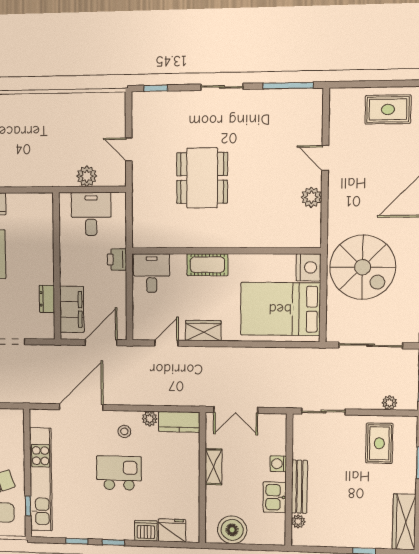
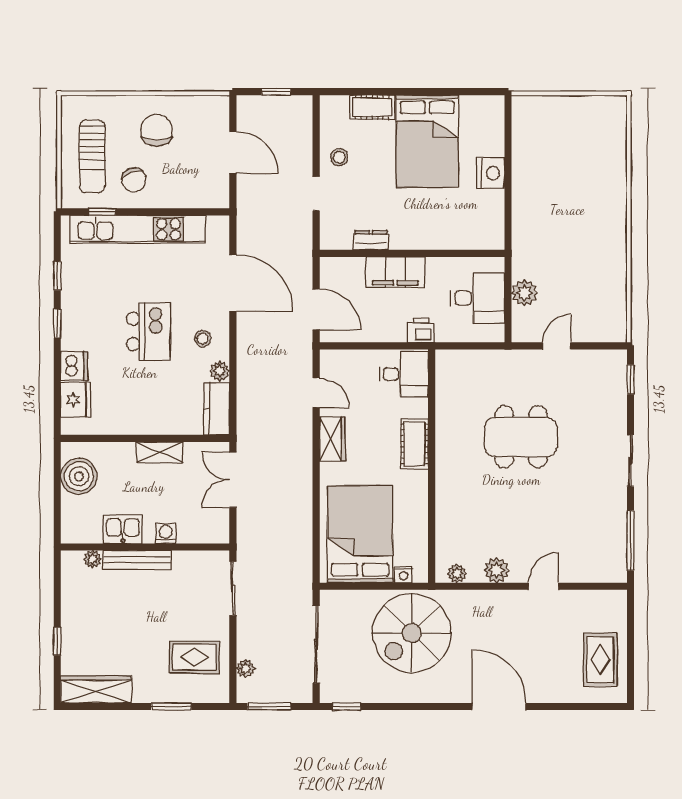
plant: (314, 230) -> (457, 574), added
nightstand: (309, 267) -> (404, 575), width x0.53, depth x0.56
filing cabinet: (72, 309) -> (395, 272), moved

